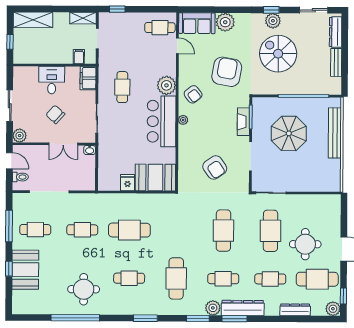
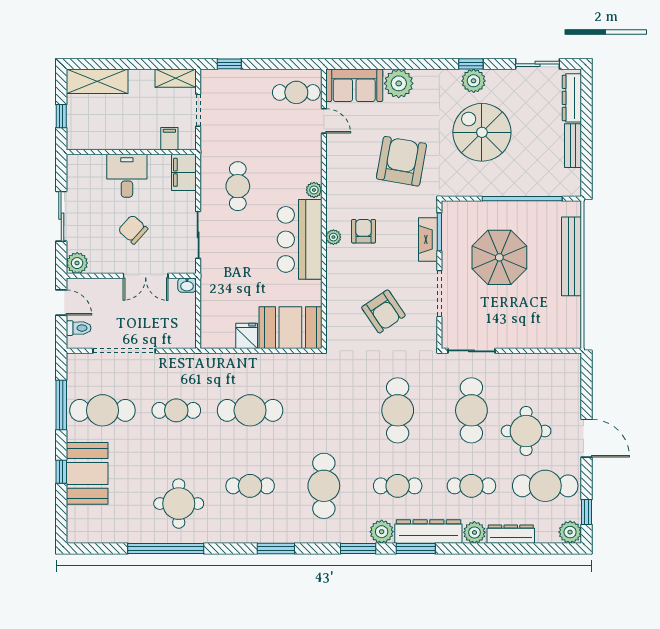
plant: (166, 85) -> (314, 190), width x0.53, depth x0.53
armchair: (193, 94) -> (364, 231), moved, turned -142
cafe table: (35, 230) -> (102, 410), width x1.37, depth x1.35
plant: (272, 309) -> (474, 532), added

